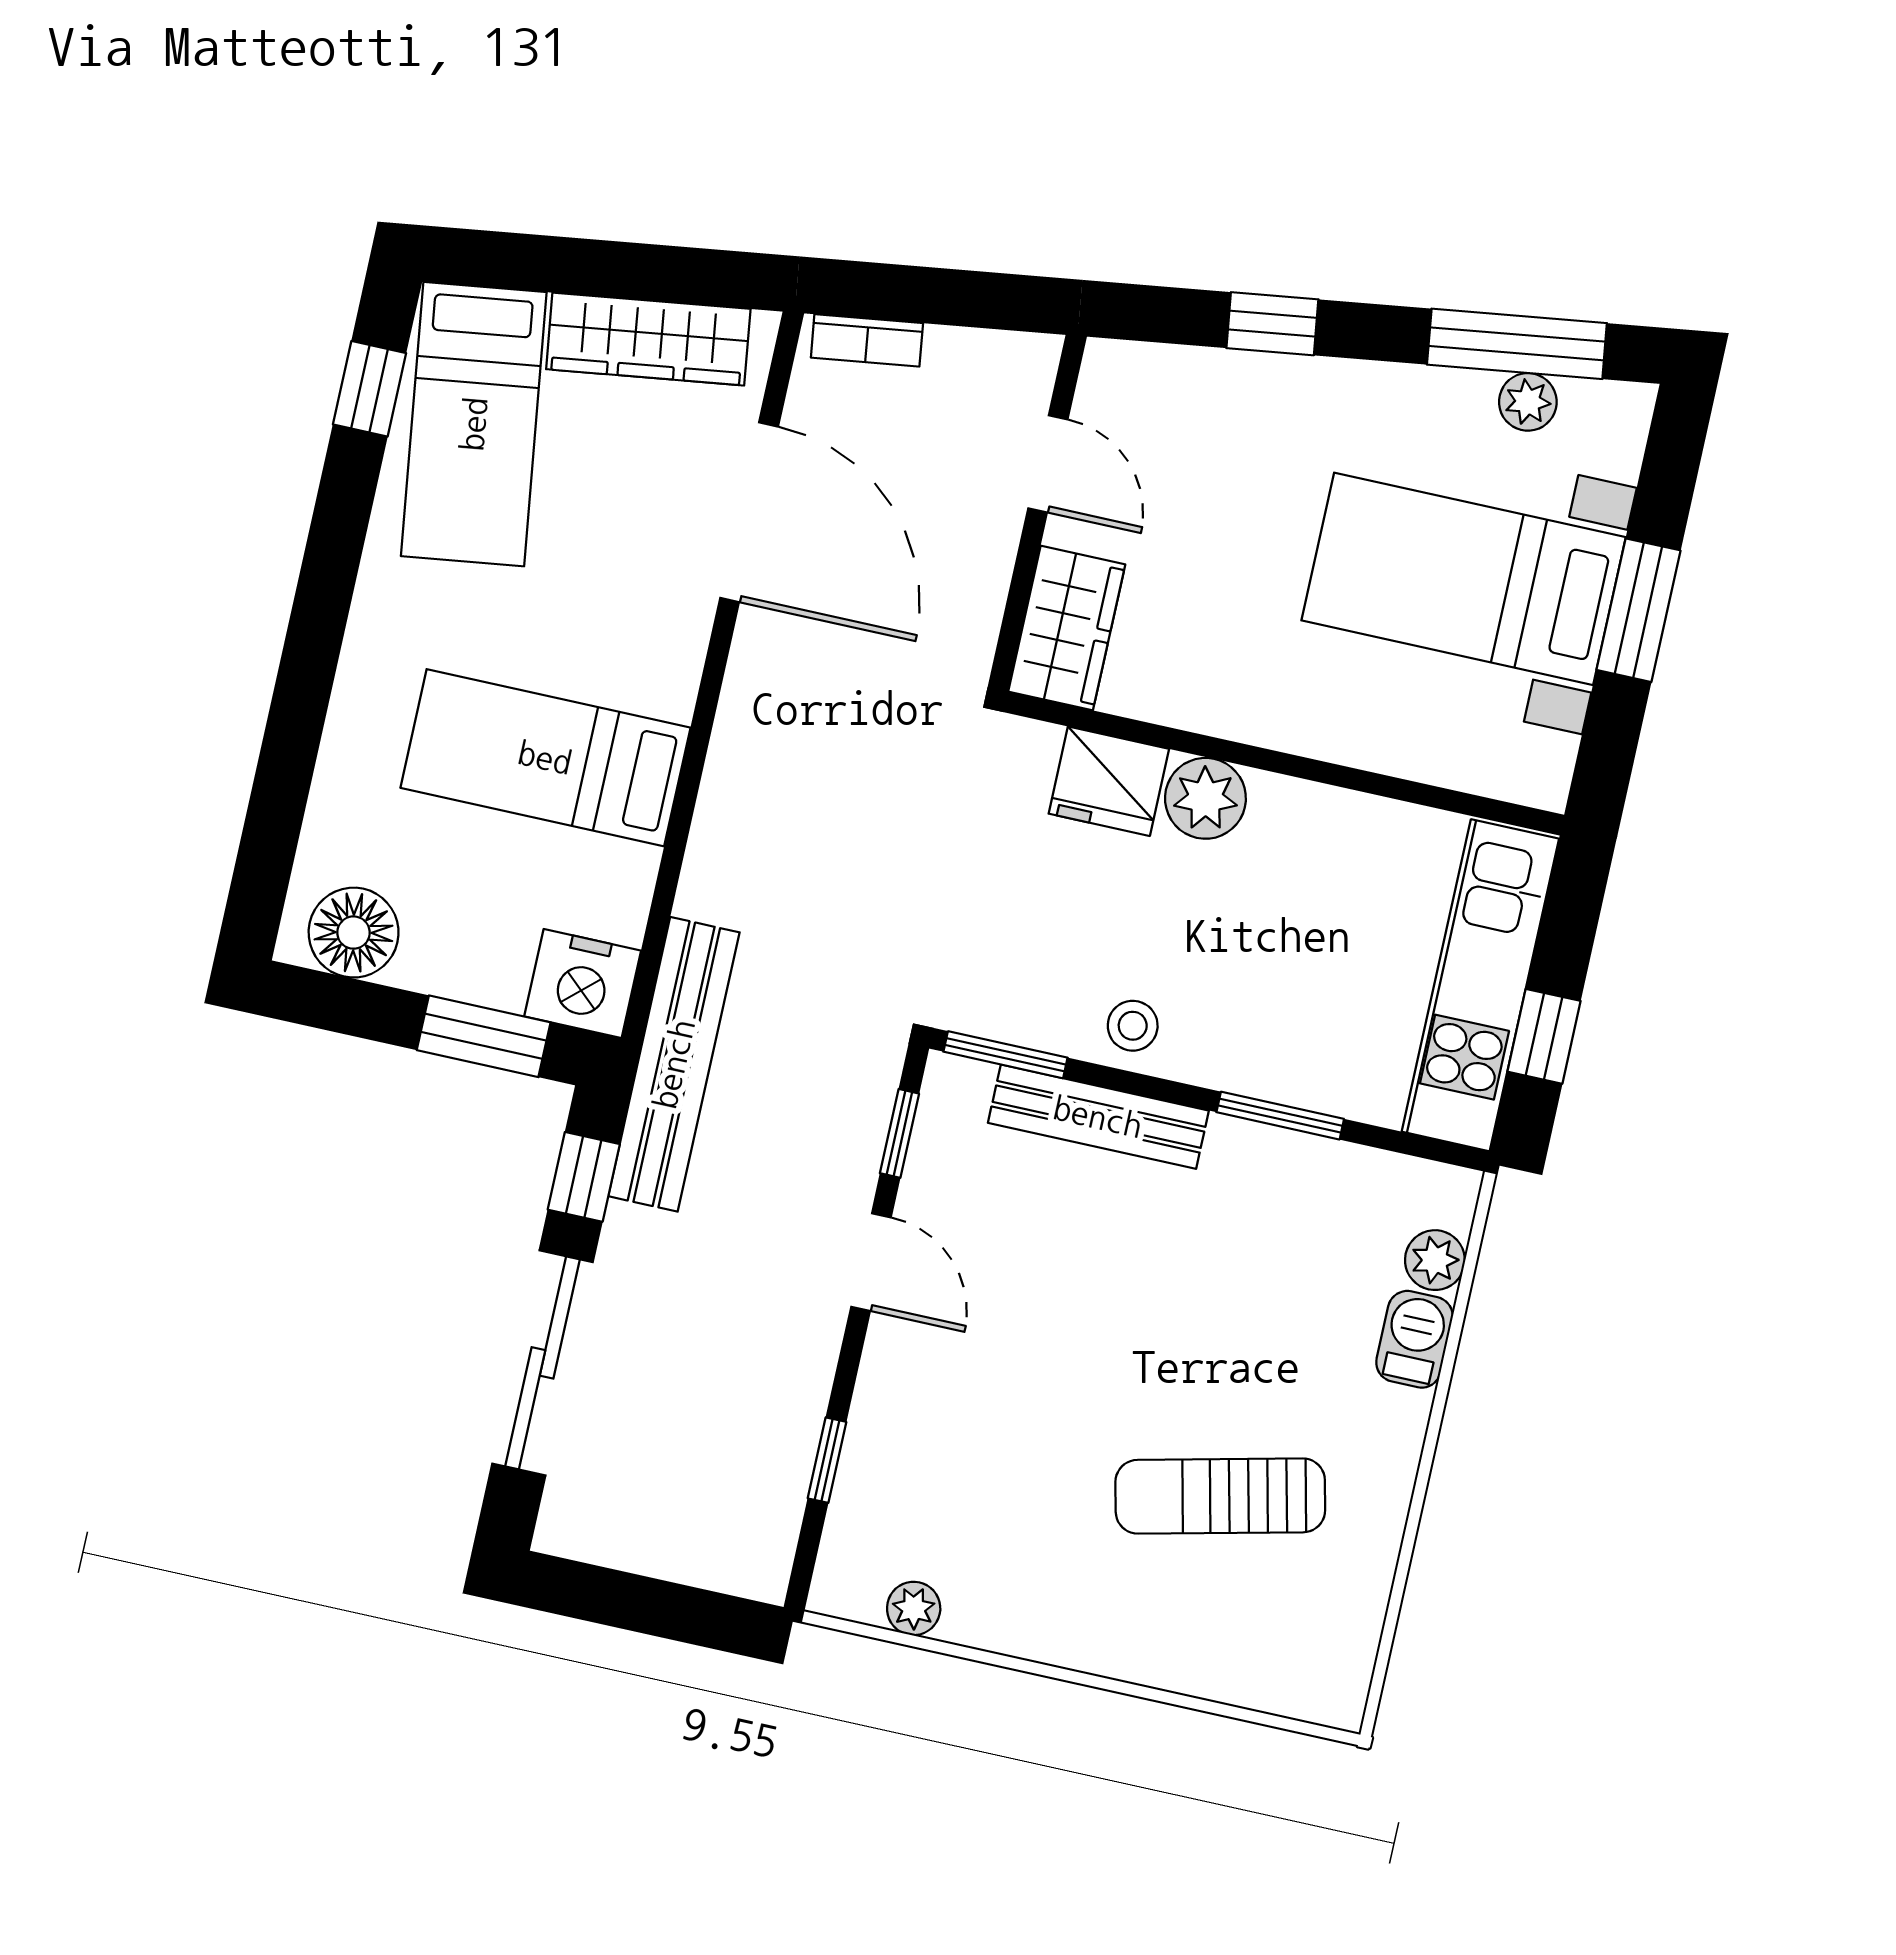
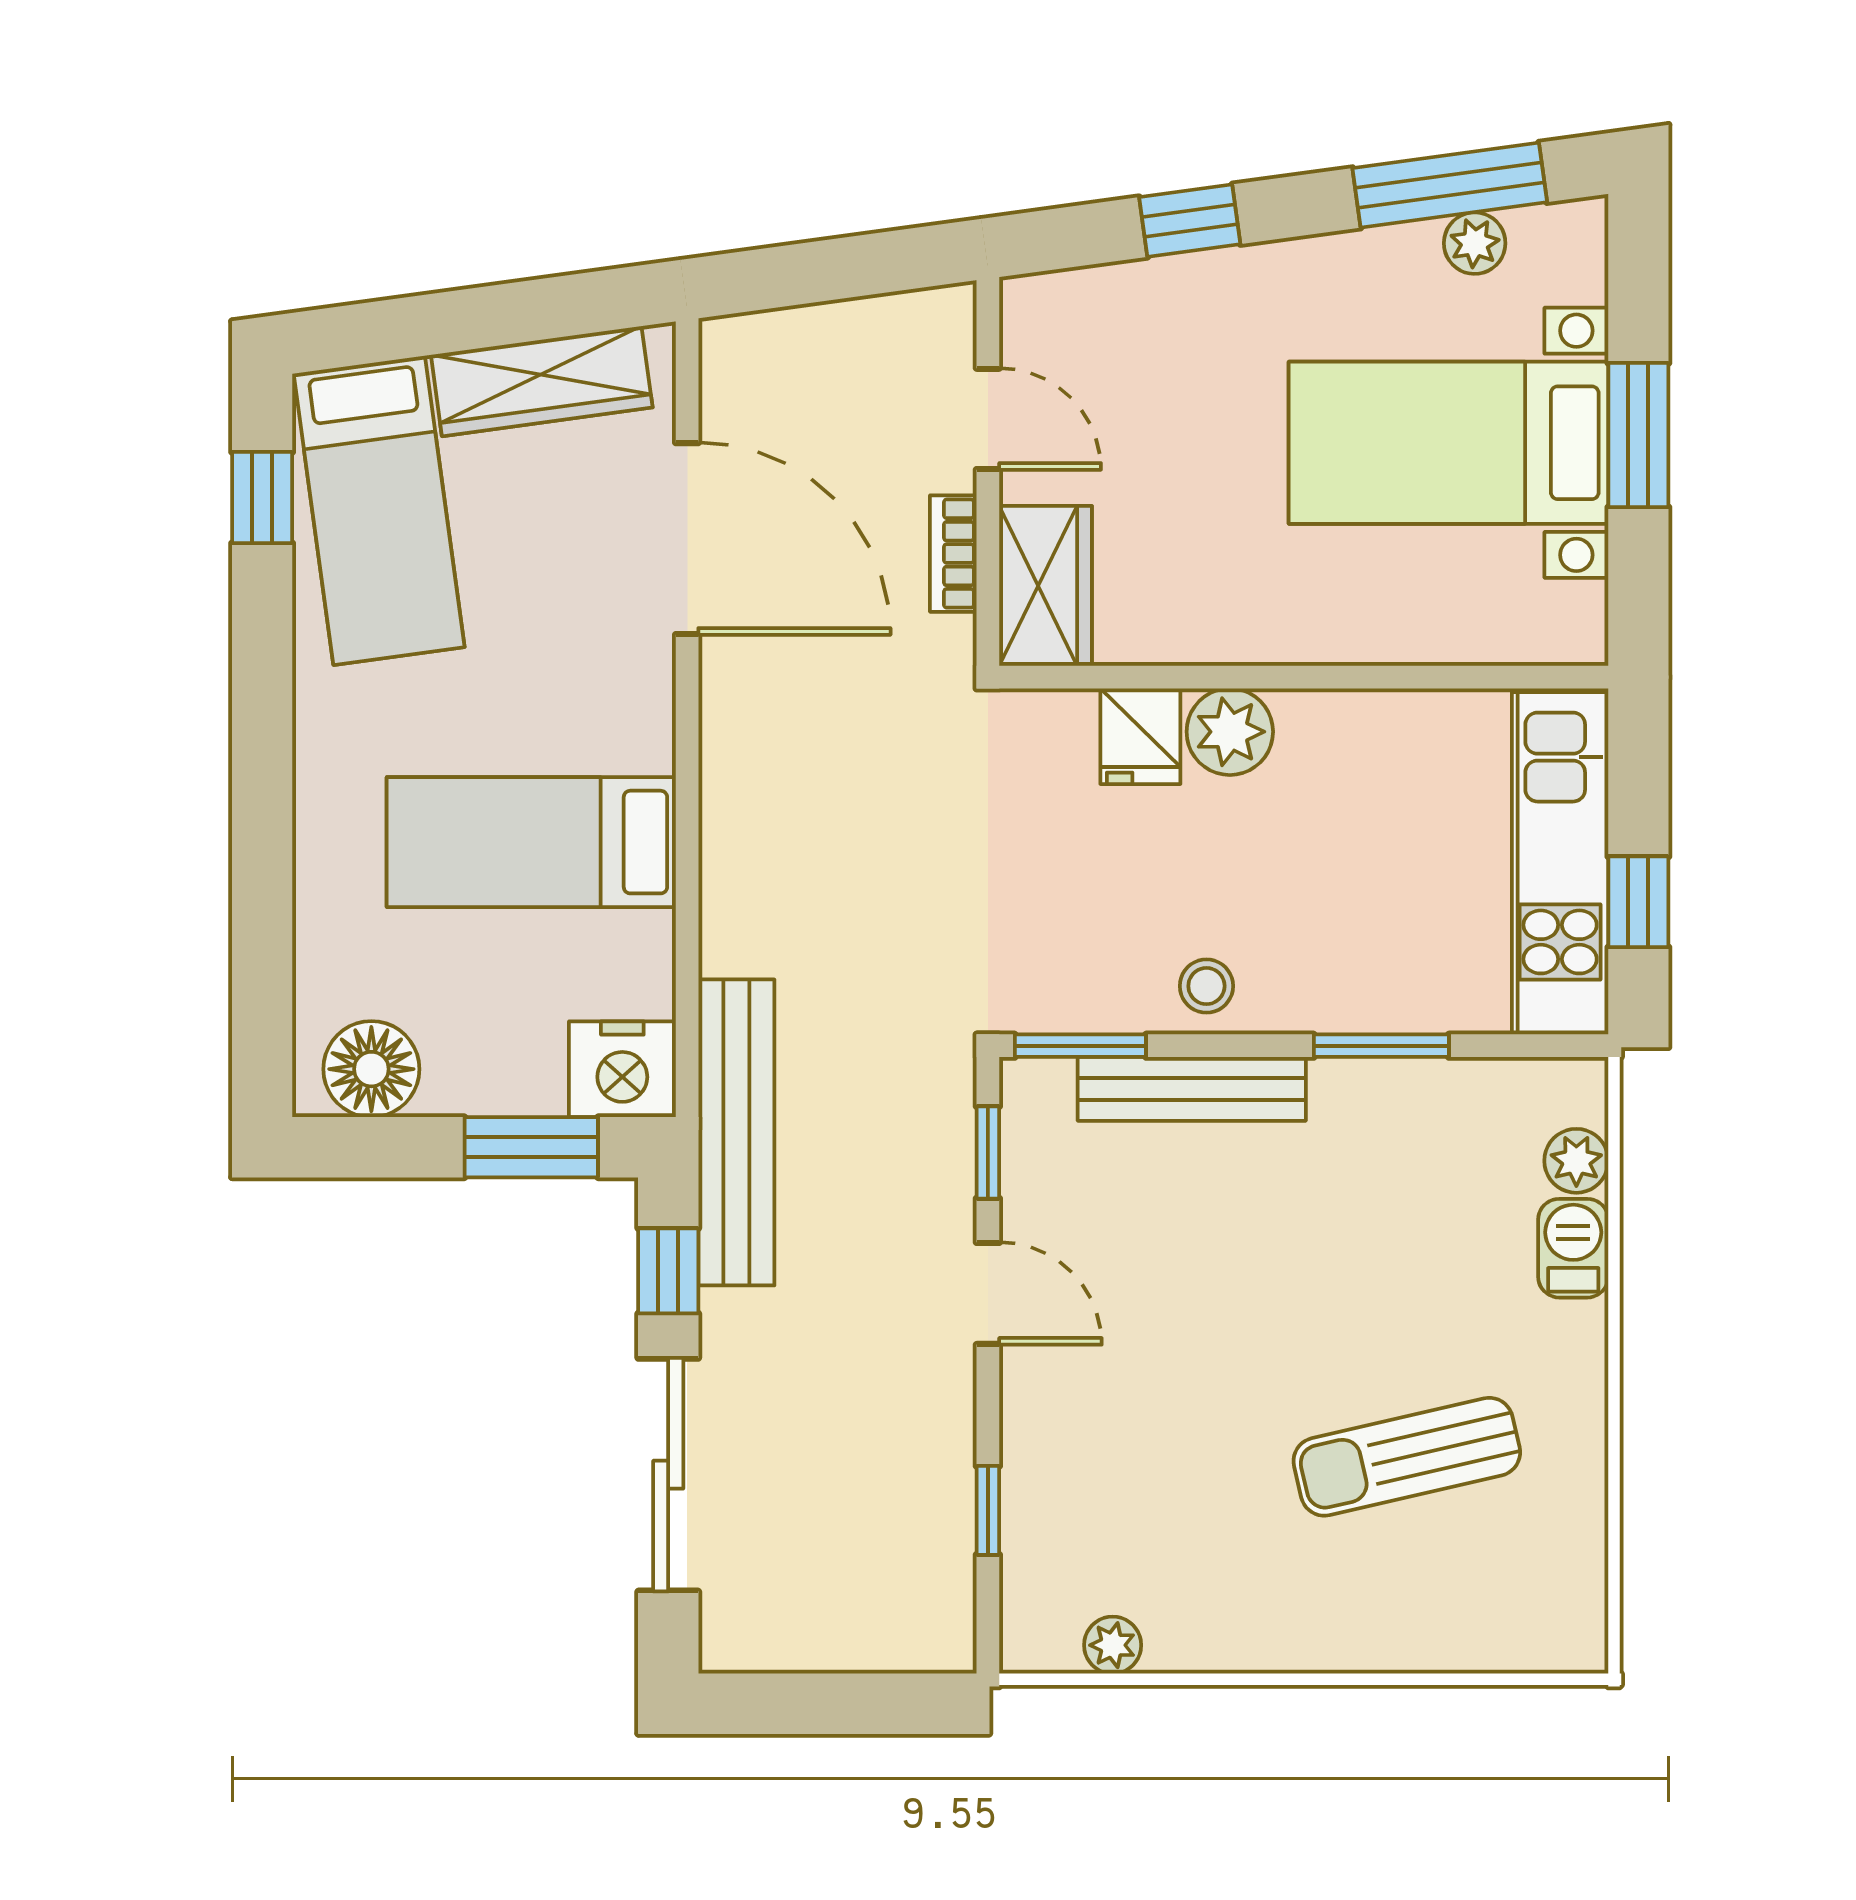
bookcase: (867, 340) -> (953, 554), moved, turned 98
fridge: (1109, 781) -> (1140, 736), width x0.72

